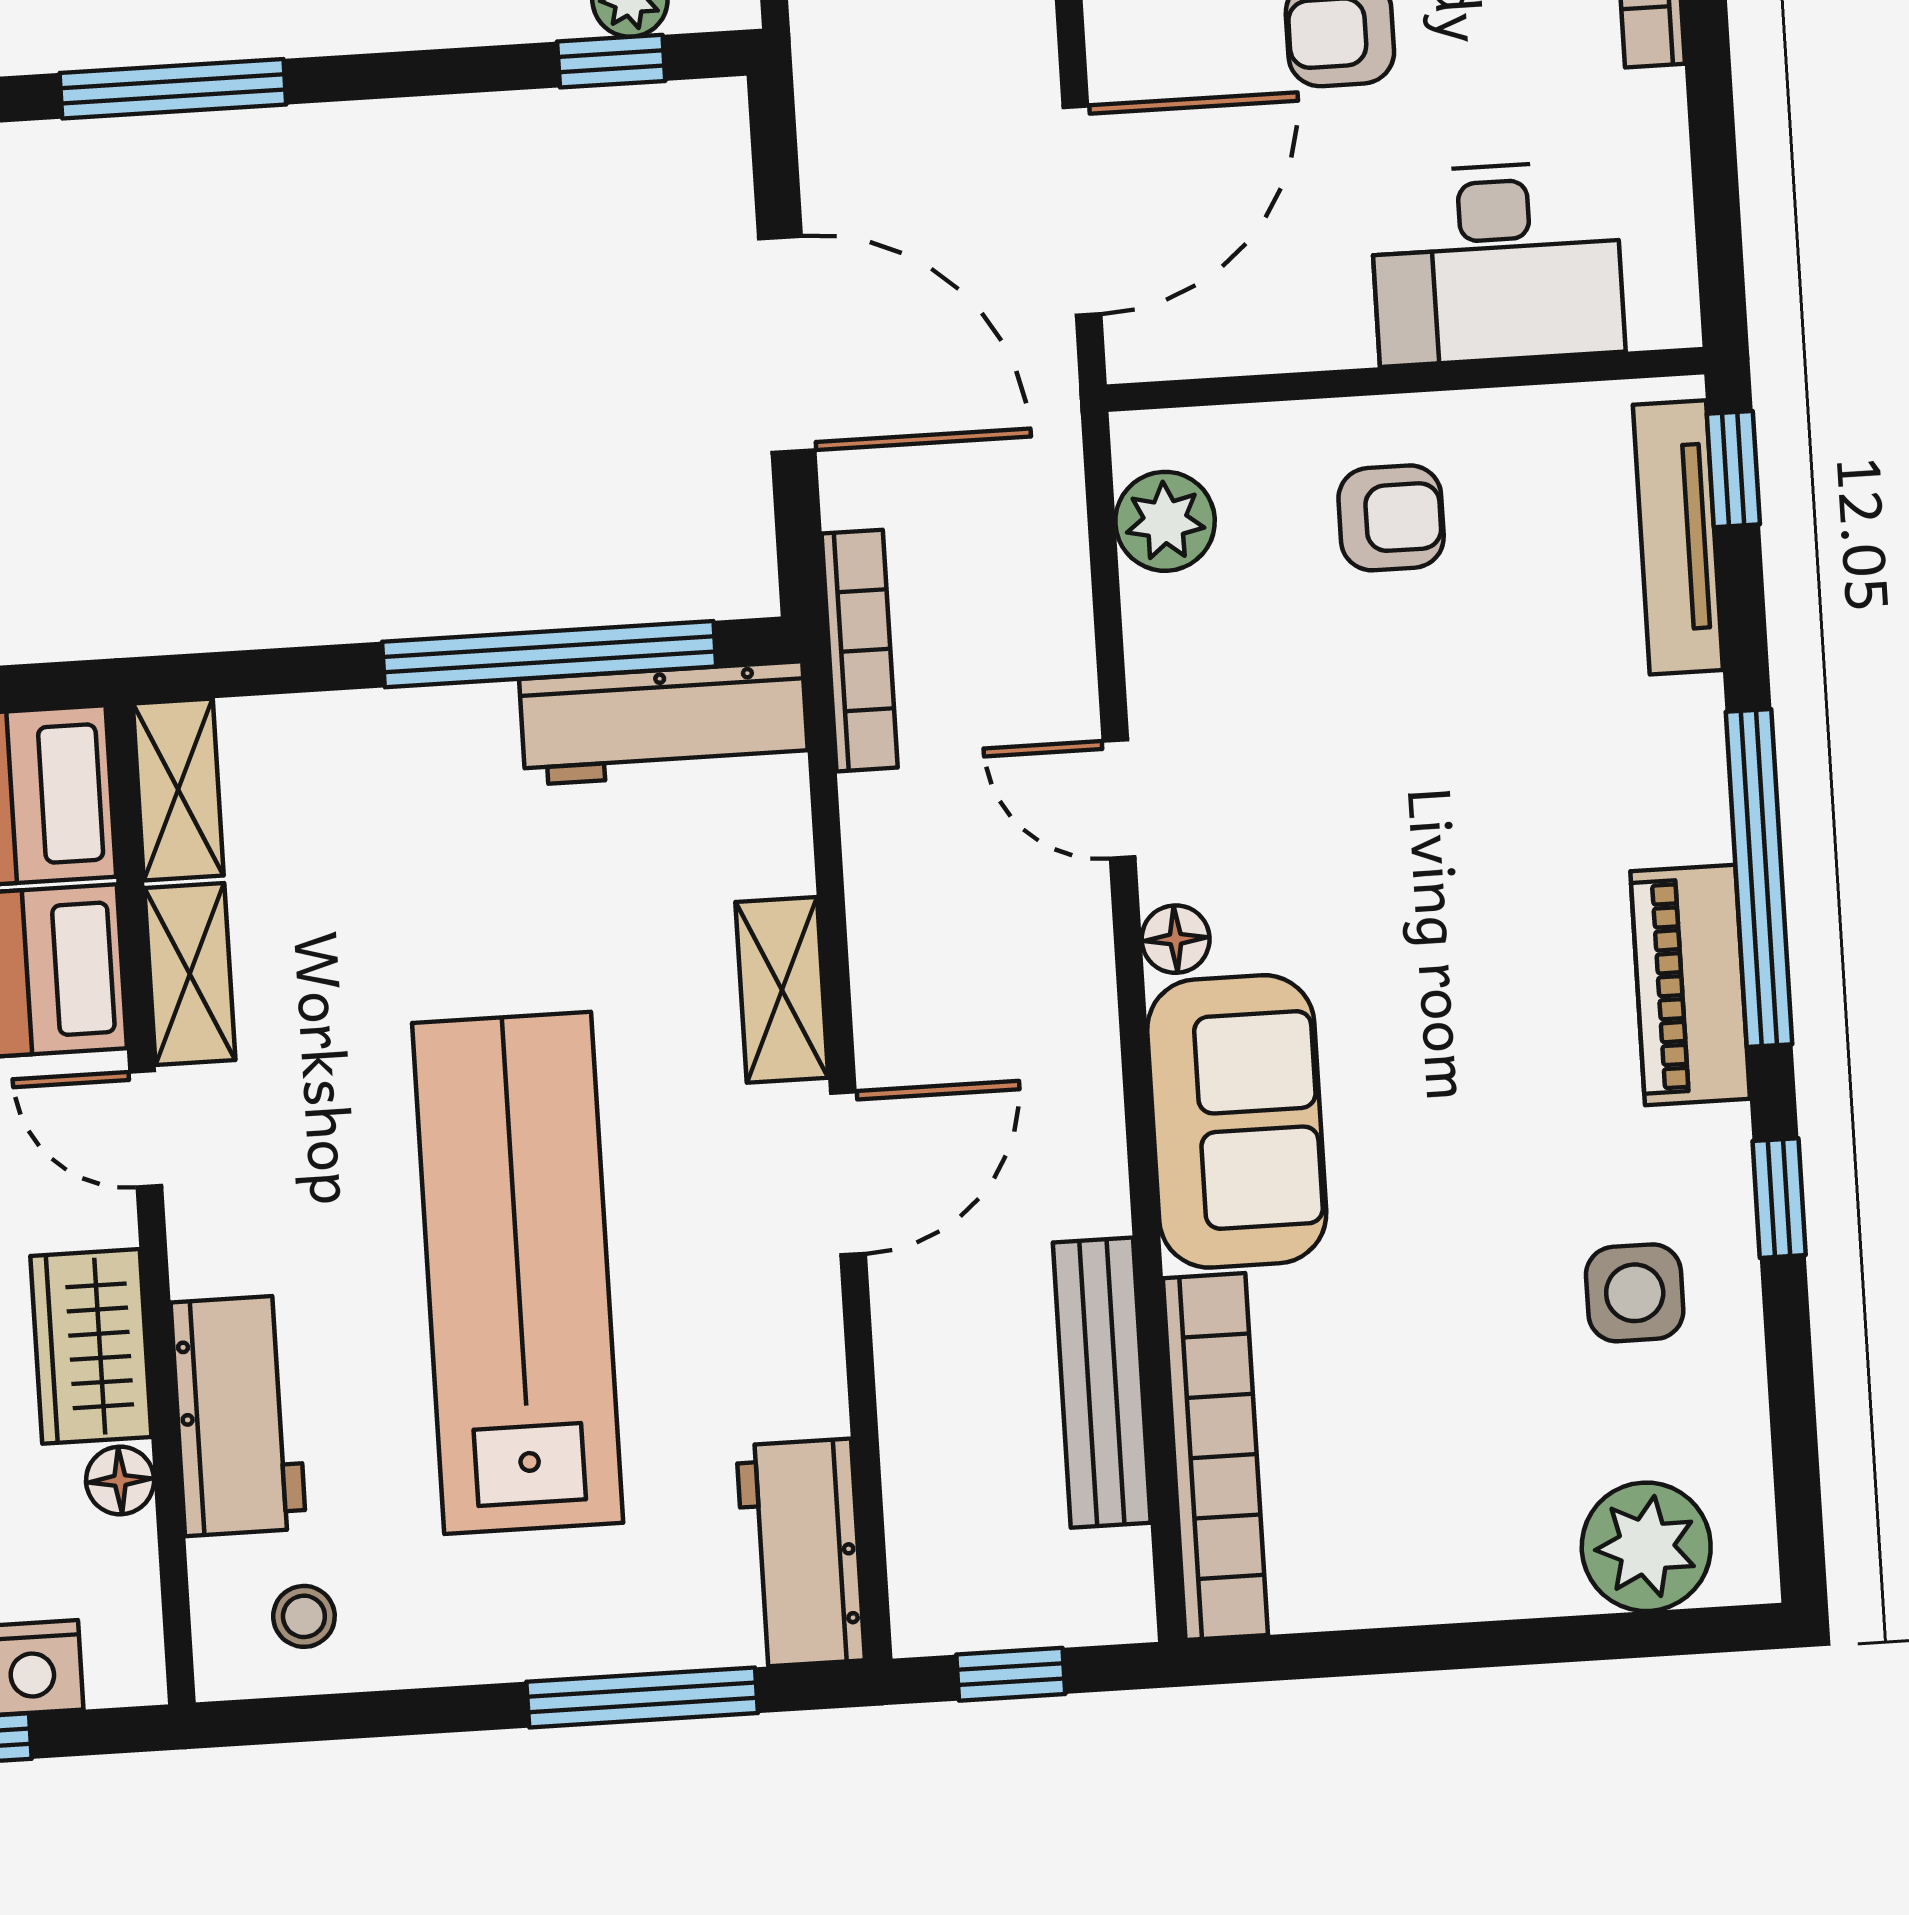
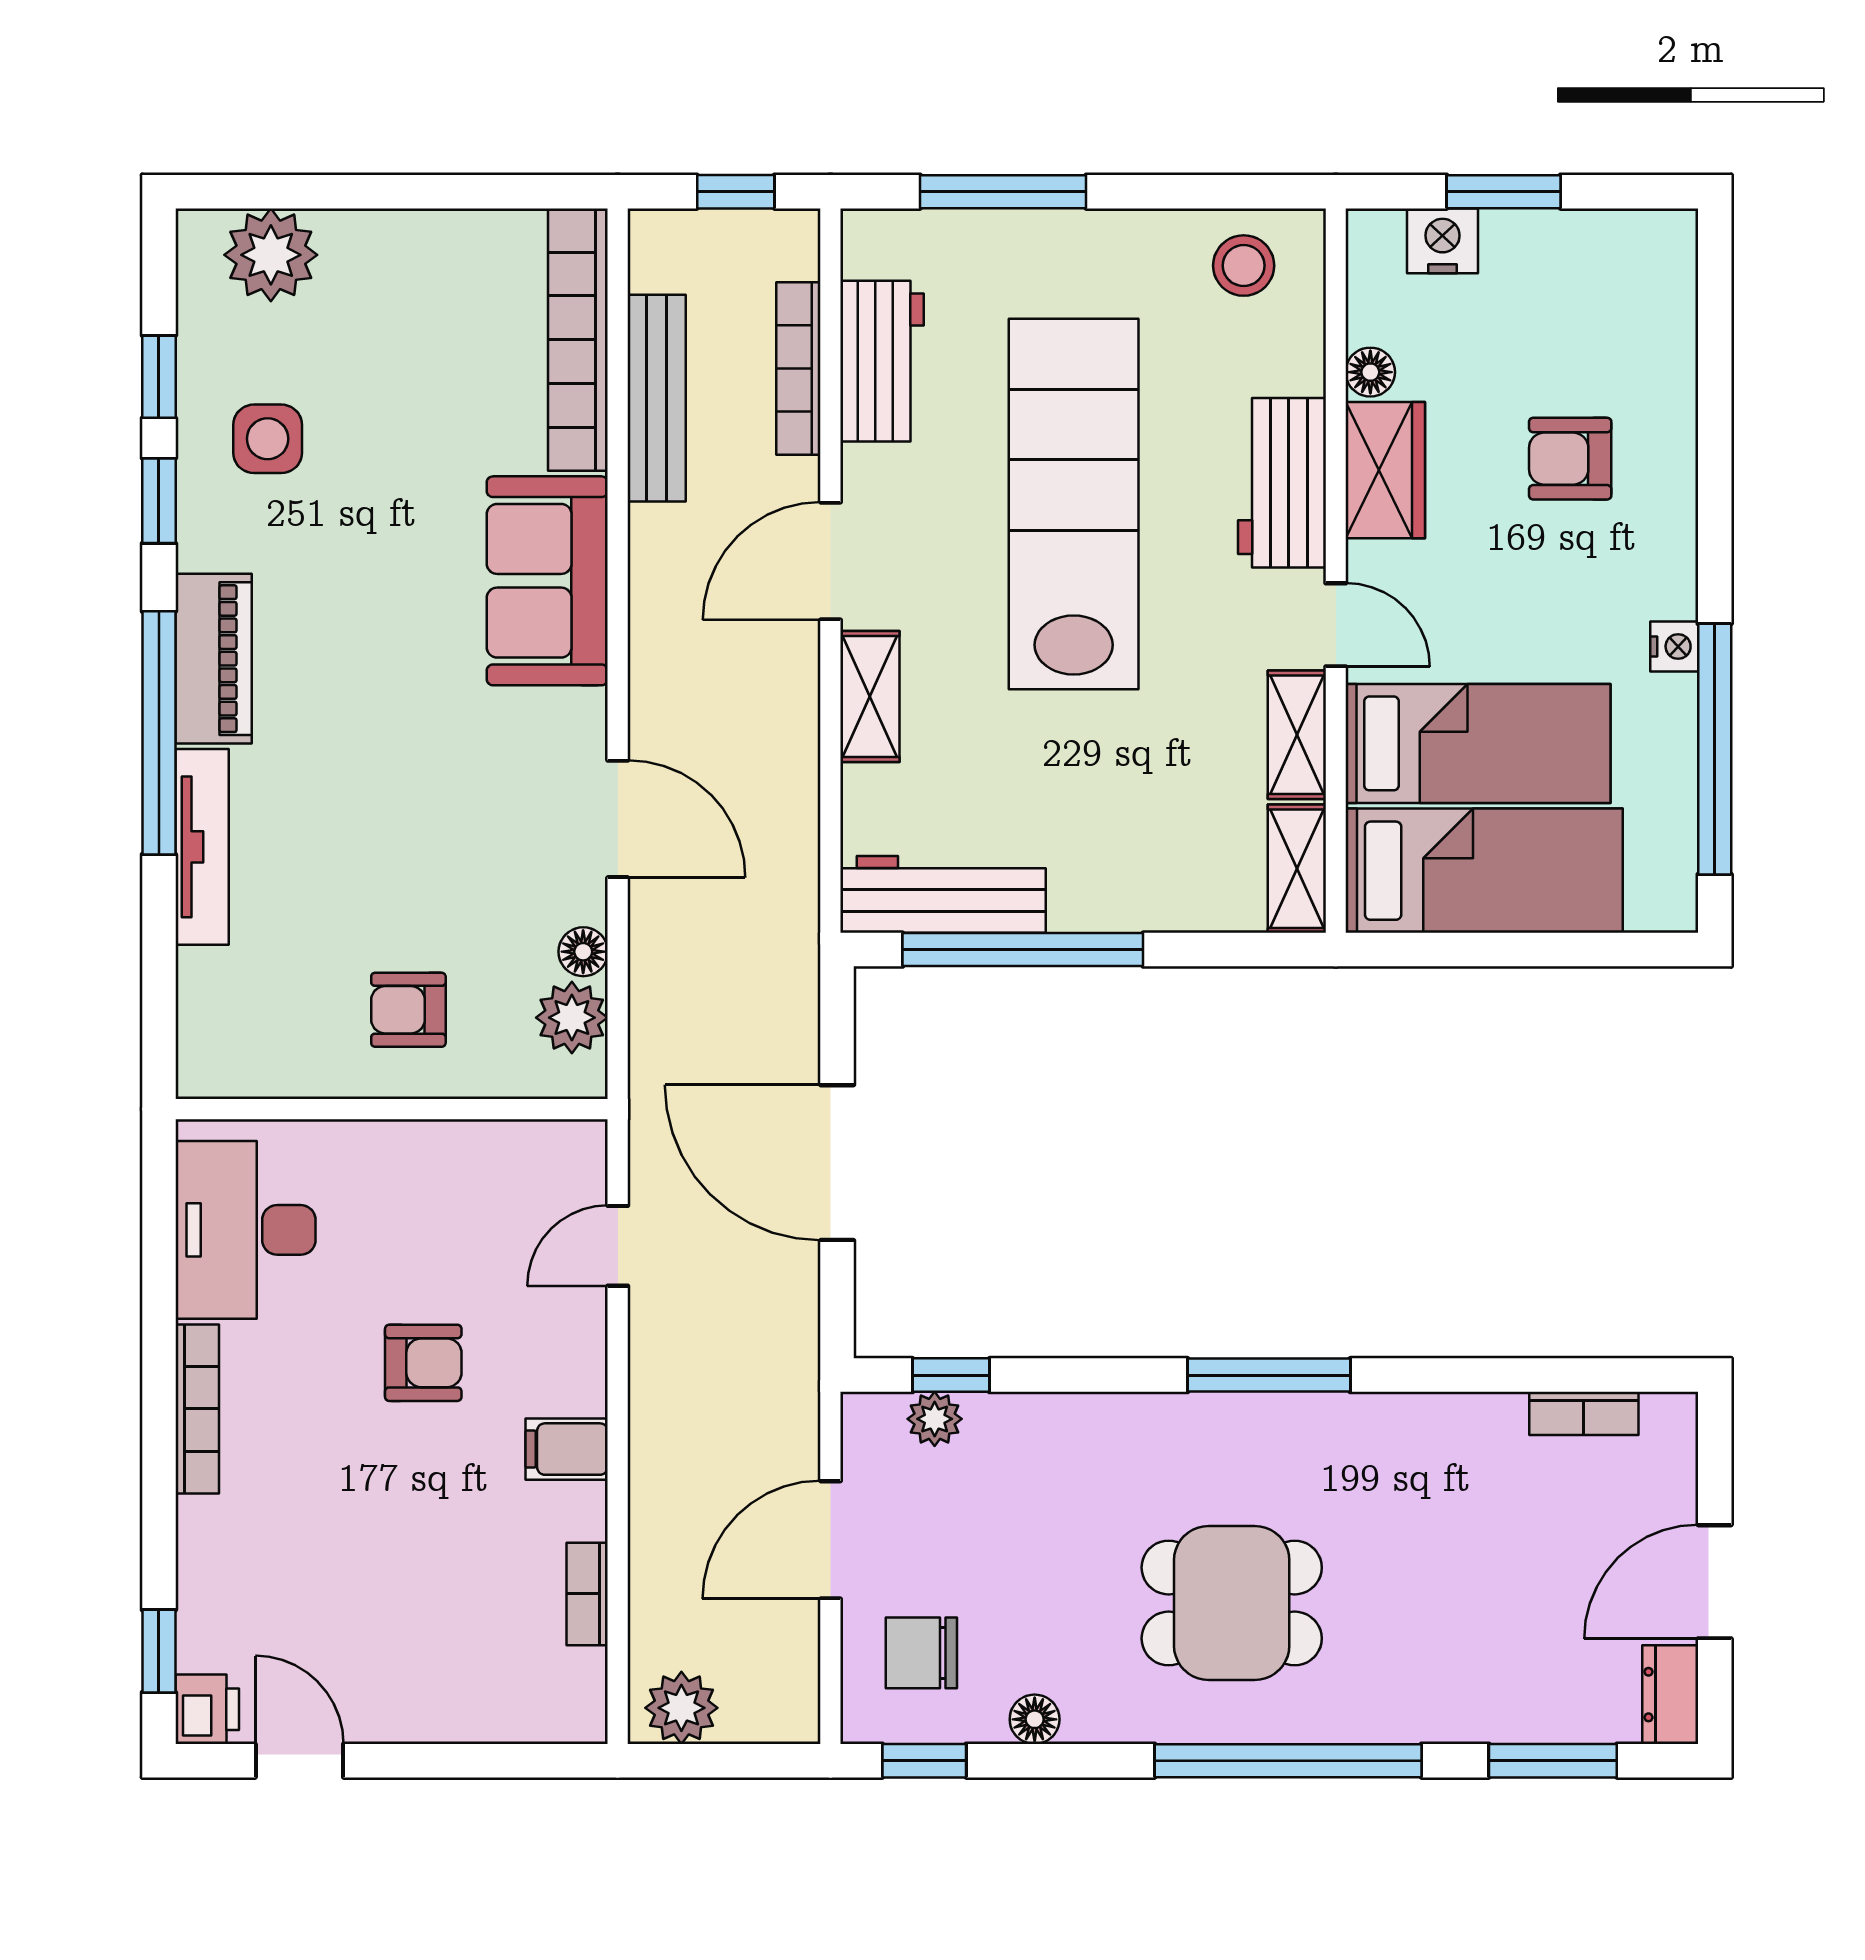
door: (1082, 211) -> (618, 1246), width x0.53
desk: (1497, 263) -> (246, 1230), moved, turned -90
window: (1733, 469) -> (159, 377), moved
tv unit: (1678, 537) -> (202, 847), moved
bookcase: (860, 651) -> (798, 369), moved
door: (1119, 799) -> (618, 819), width x1.38
floor lamp: (1176, 939) -> (583, 952), moved
lab bench: (518, 1273) -> (1074, 504), turned 180
workbench: (238, 1416) -> (1282, 483), moved
workbench: (801, 1553) -> (882, 361), moved
stool: (304, 1616) -> (1244, 266), width x1.37, depth x1.37

